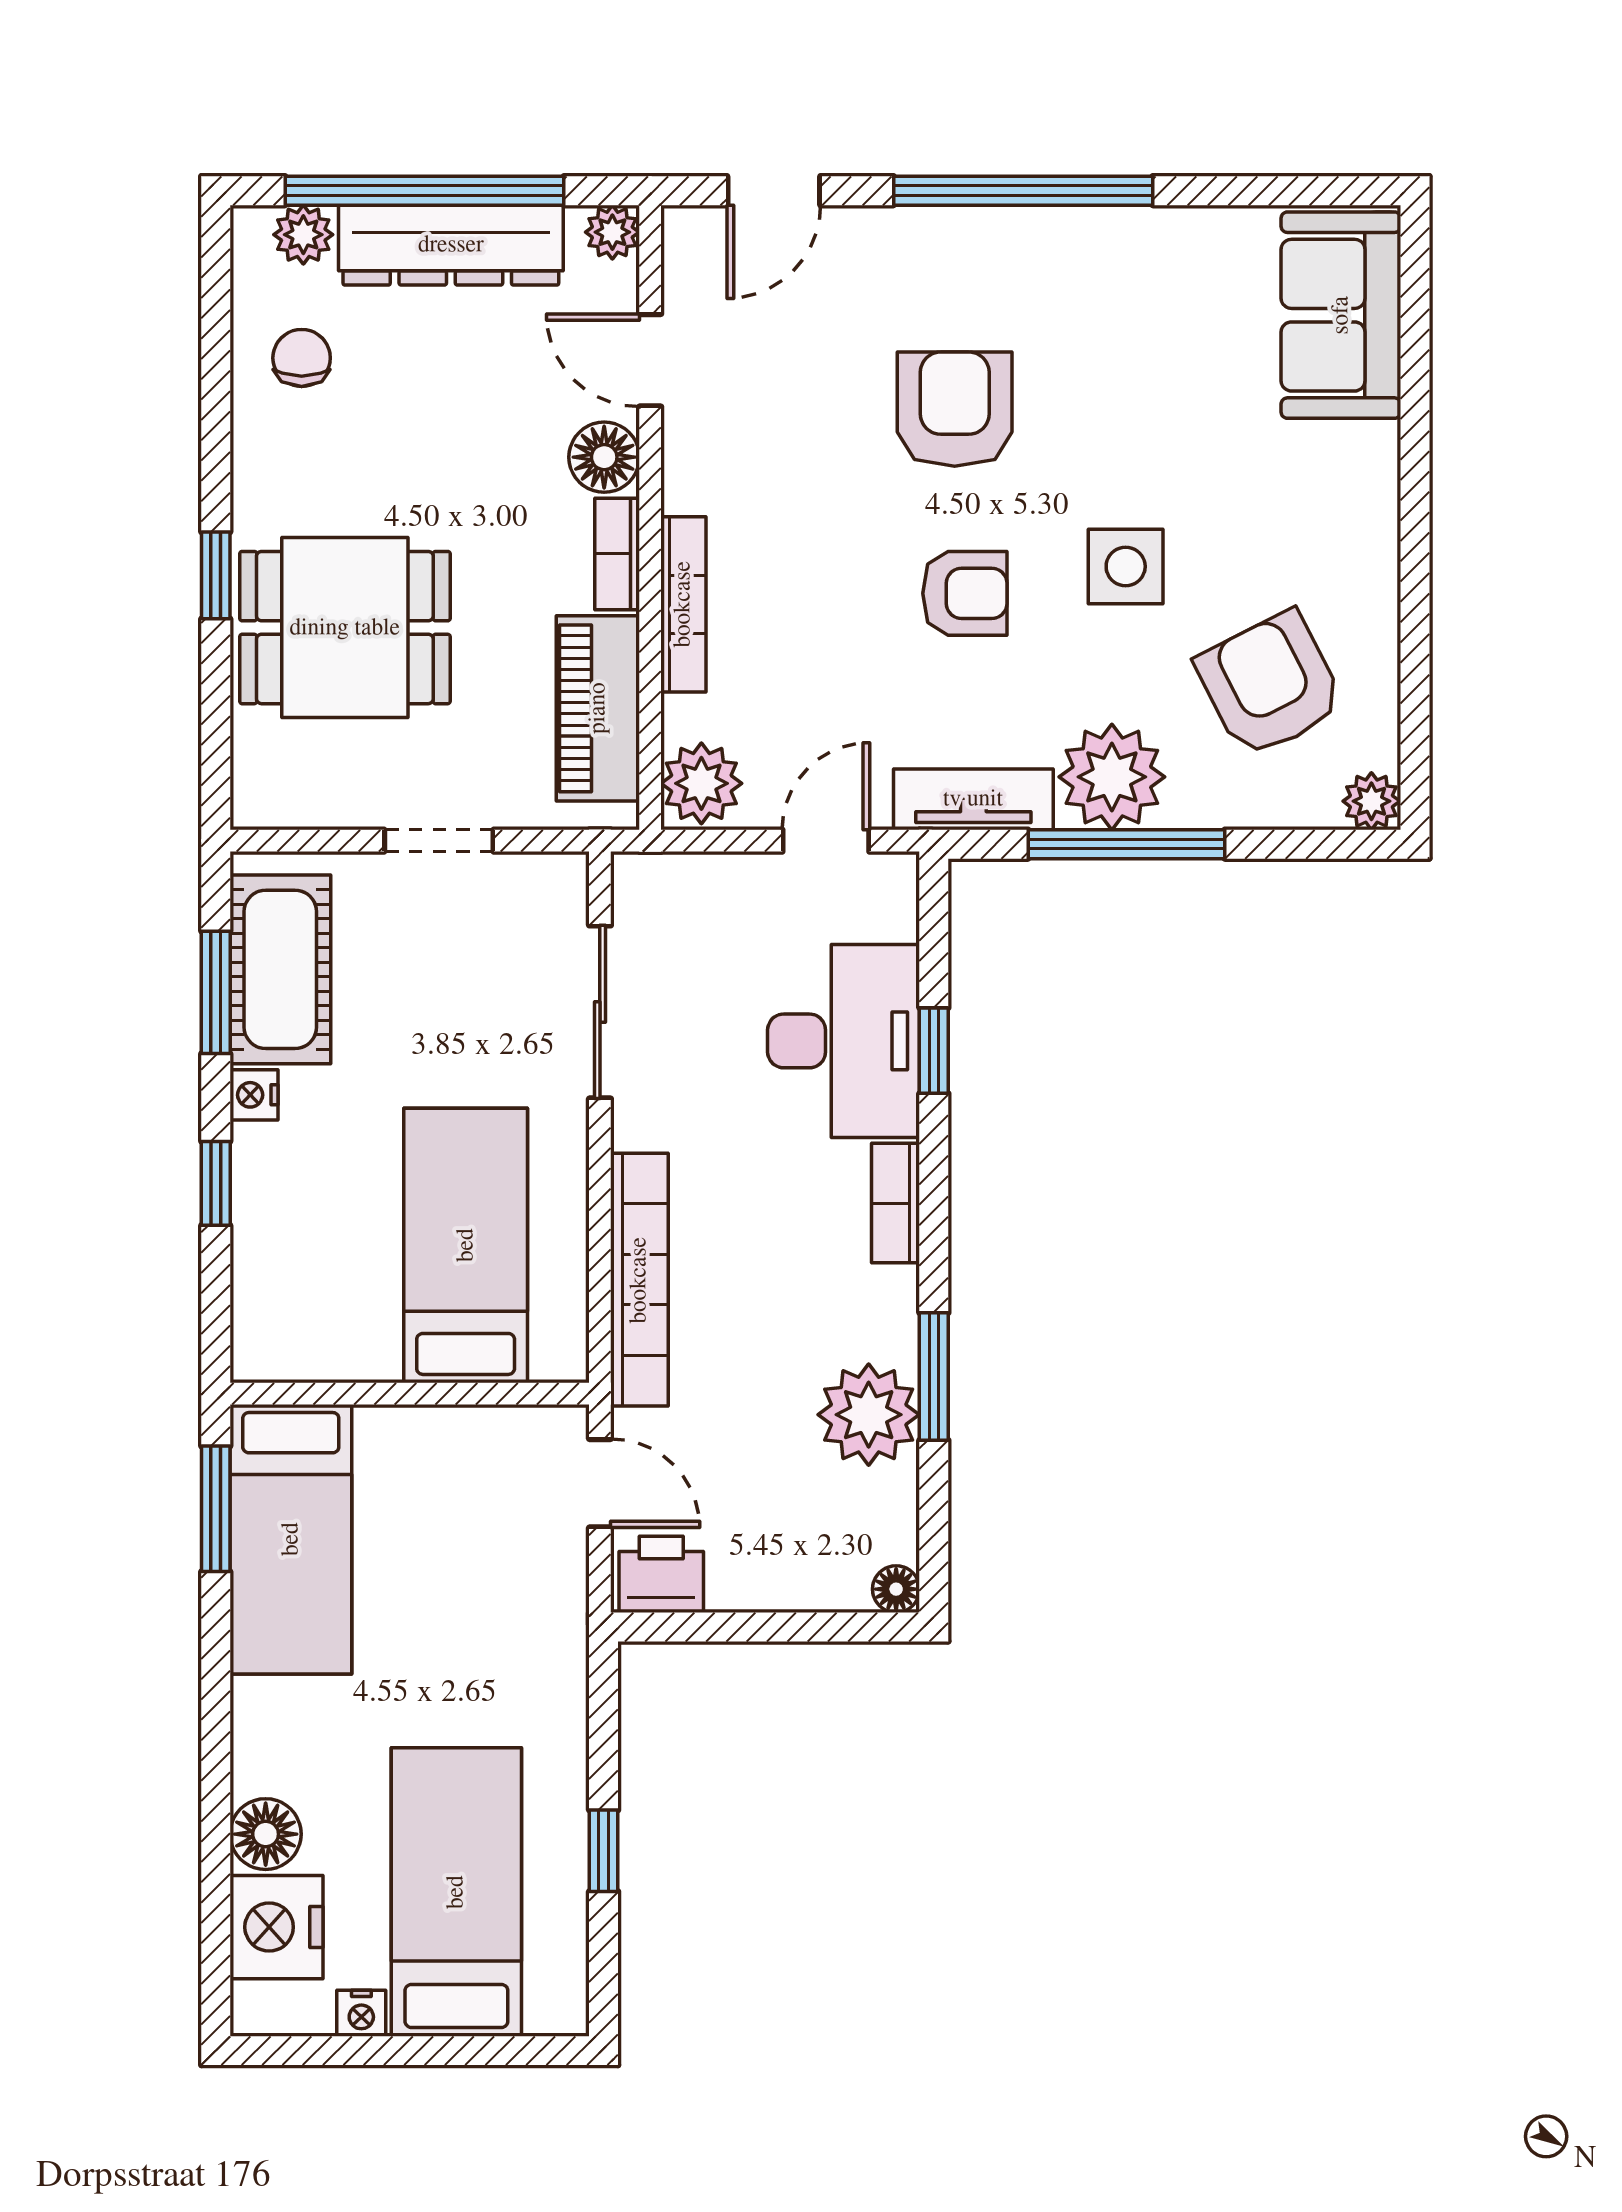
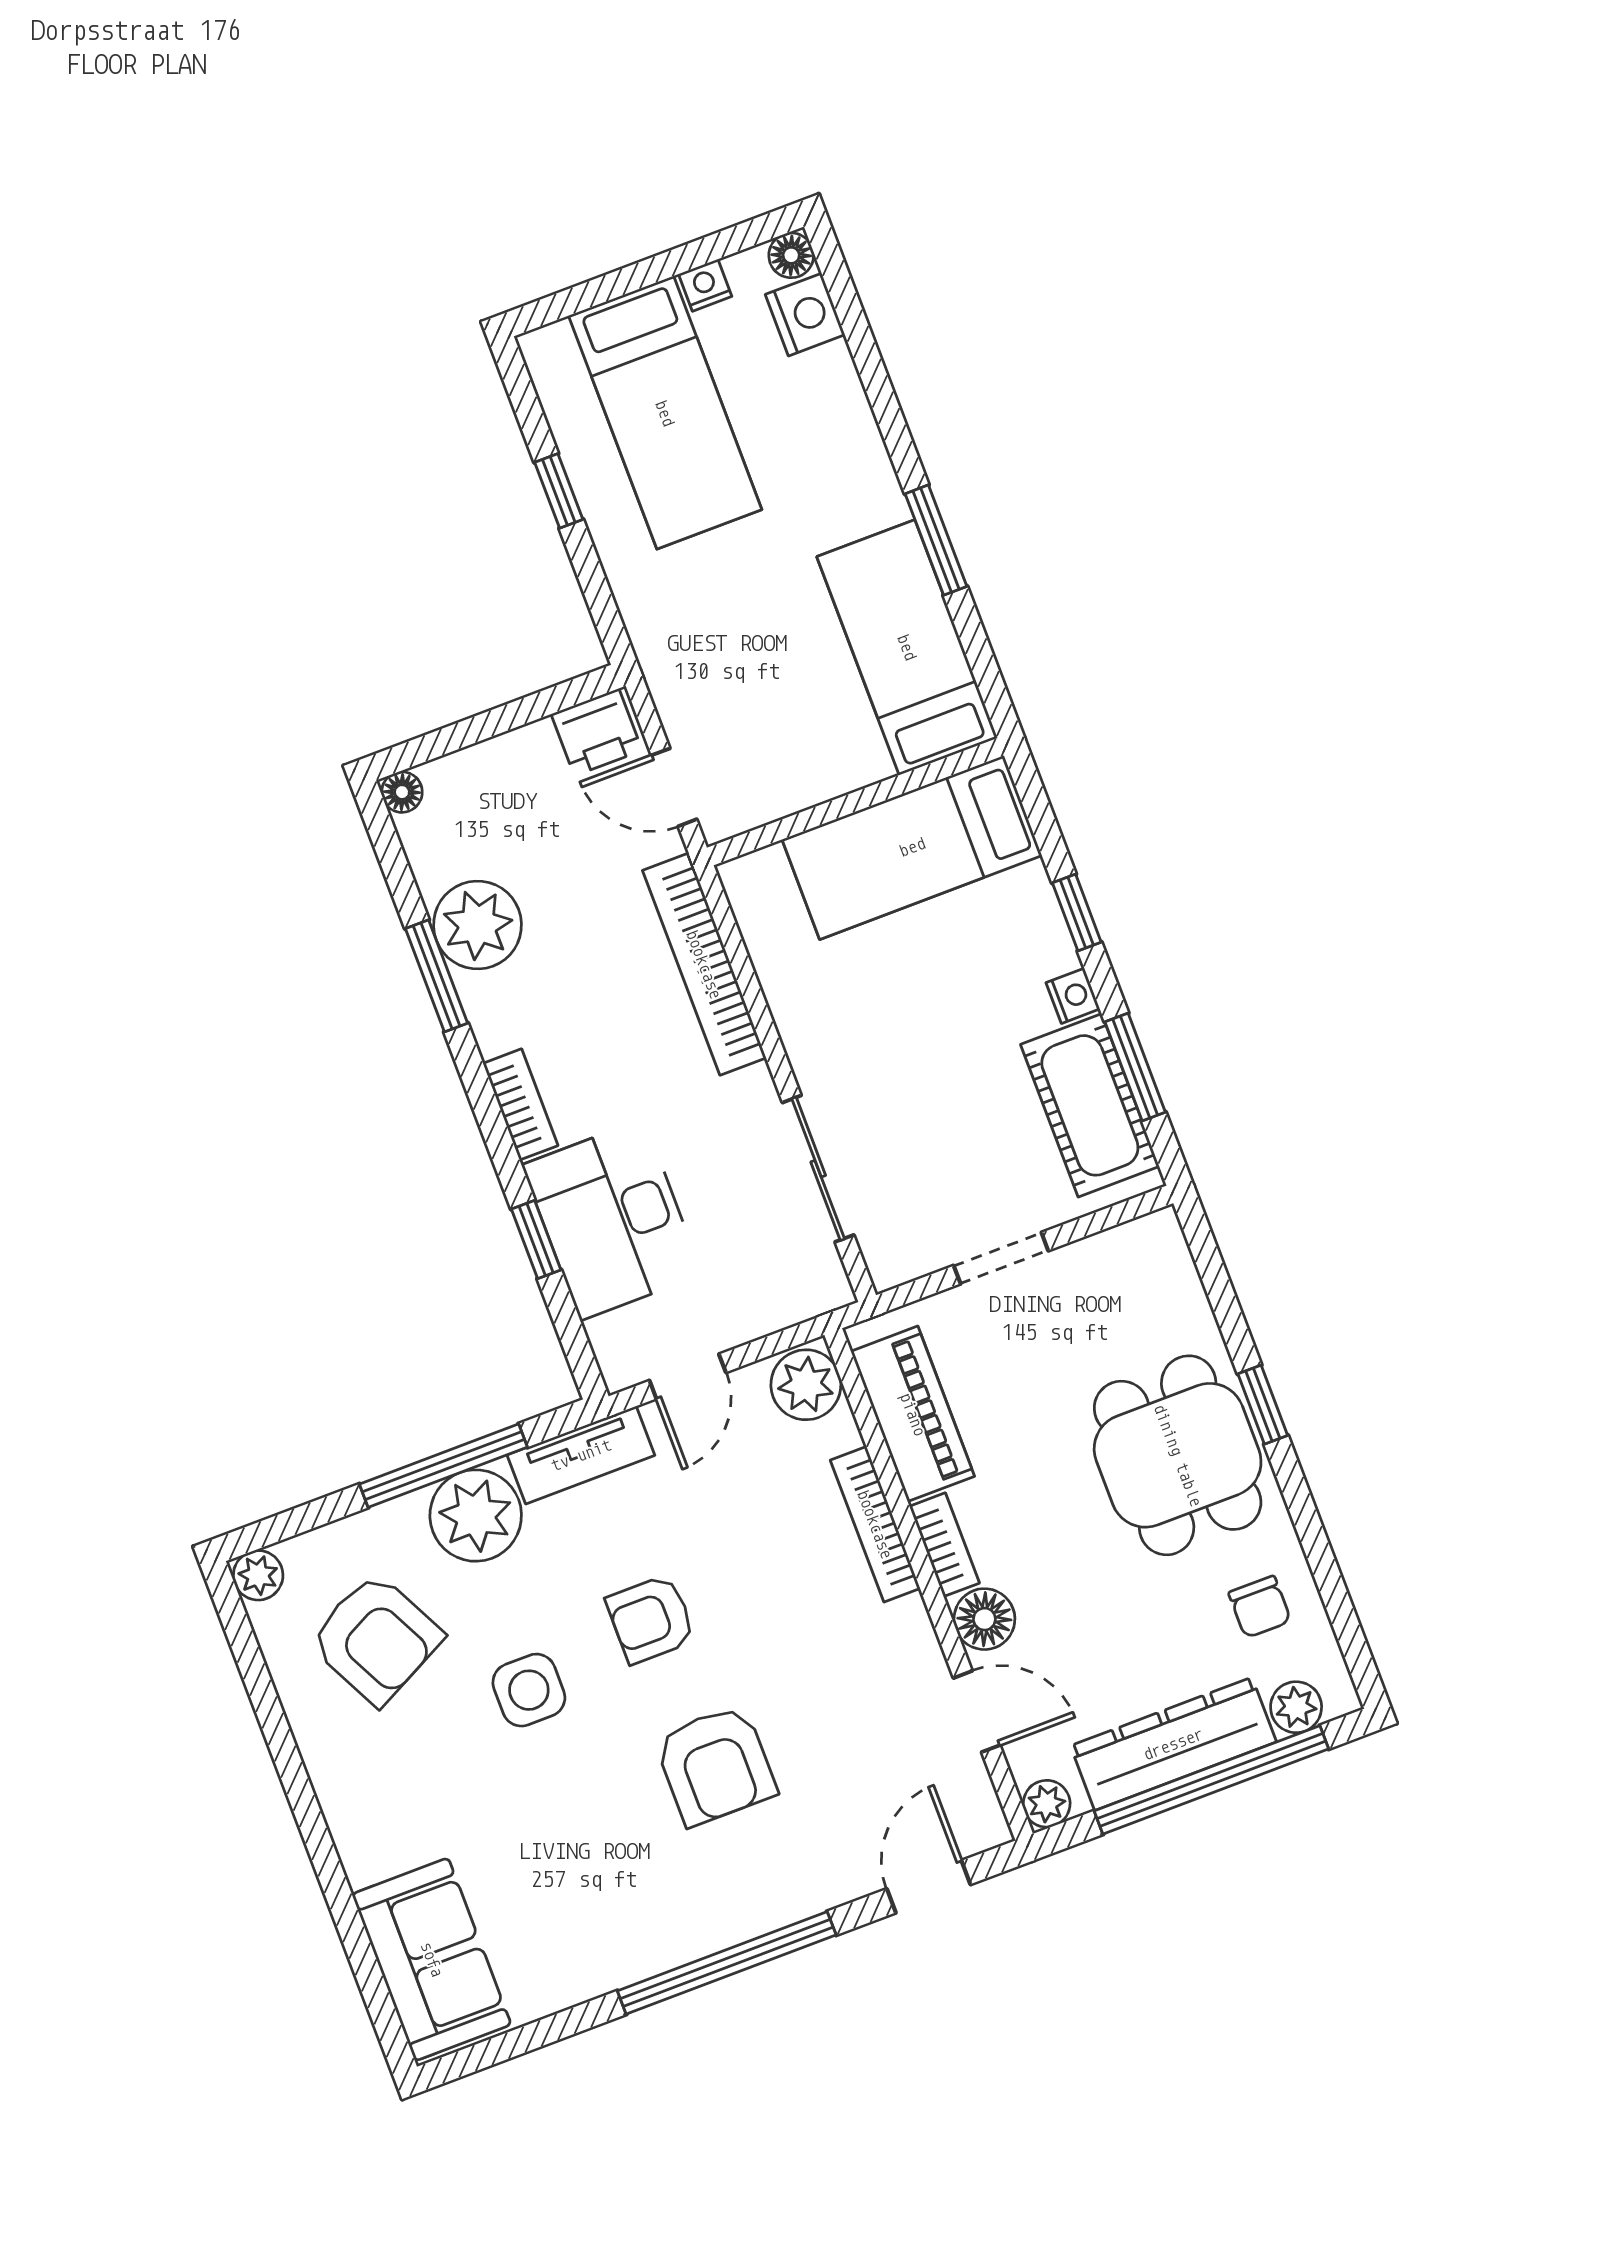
dining table: (345, 628) -> (1178, 1455), moved, turned 90
bed: (466, 1245) -> (912, 847), moved, turned 90
window: (216, 1509) -> (936, 540), moved
floor lamp: (266, 1834) -> (791, 255), moved, width x0.73, depth x0.73
nightstand: (277, 1927) -> (805, 315), width x0.74, depth x0.75

